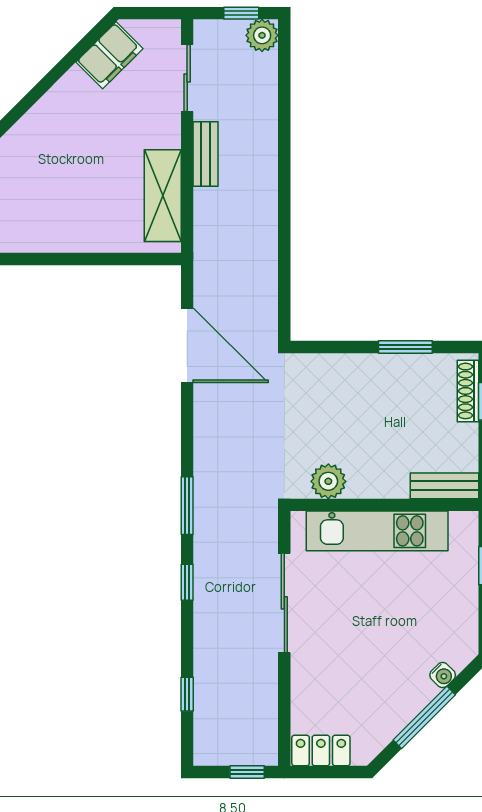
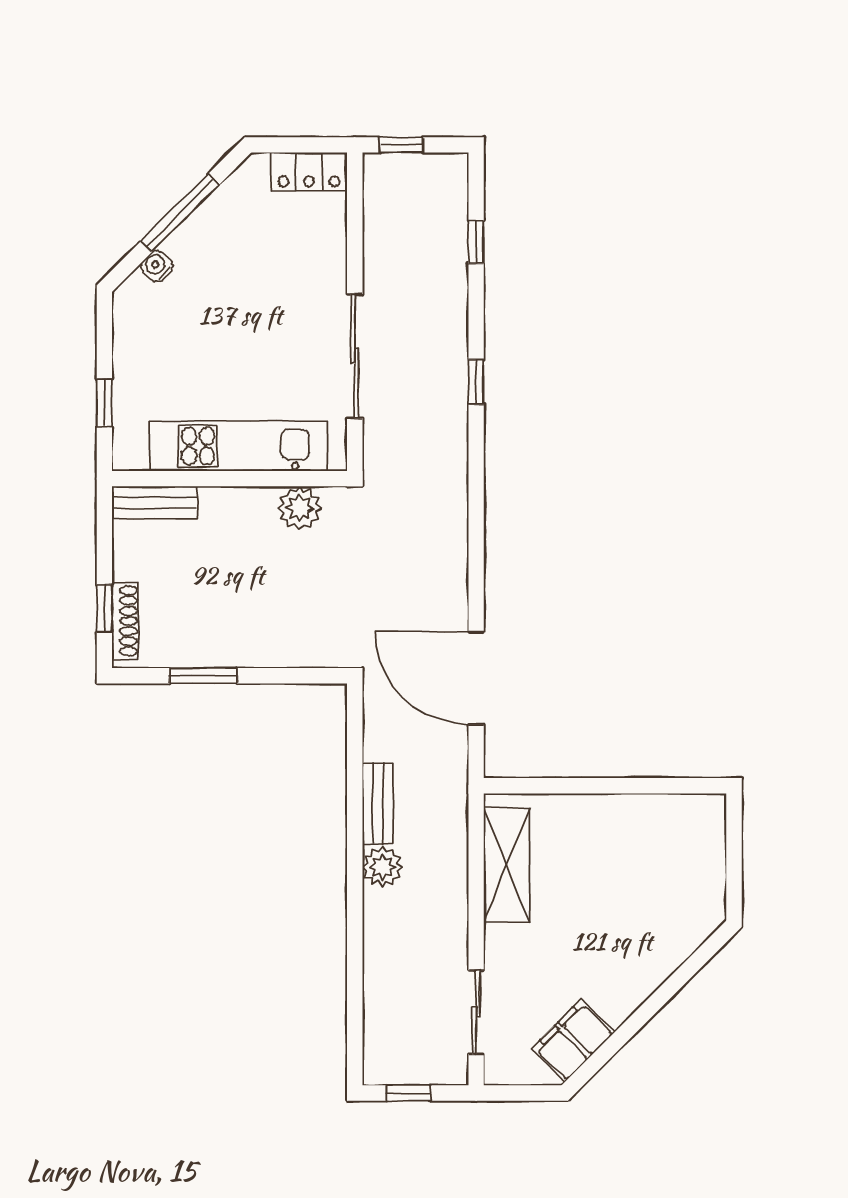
plant: (262, 35) -> (382, 867), moved
bench: (206, 154) -> (378, 803), moved
window: (187, 506) -> (476, 478), removed

